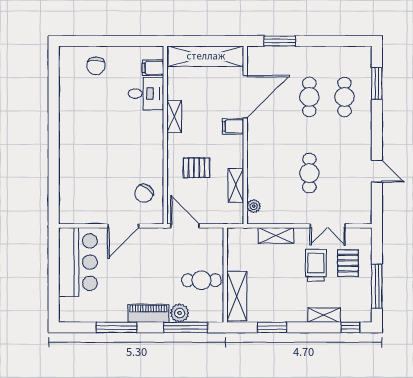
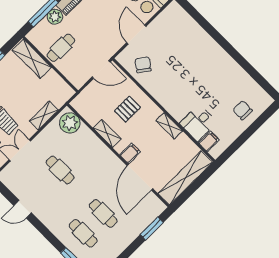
shelving: (236, 185) -> (107, 134), moved
plant: (254, 206) -> (70, 123), width x1.88, depth x1.88

